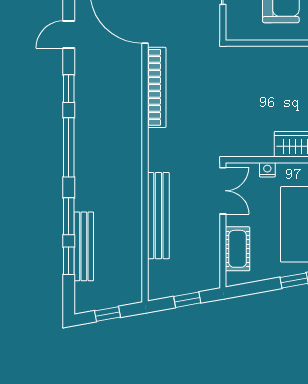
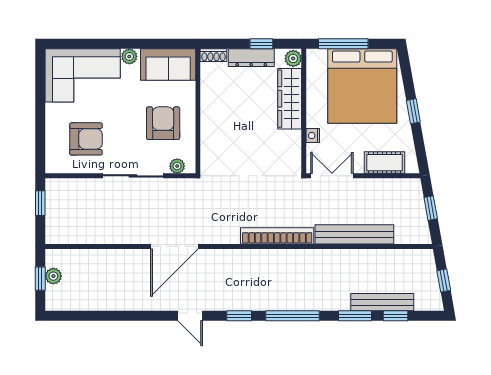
plant: (234, 20) -> (177, 166), added
bookcase: (157, 87) -> (277, 236), moved

